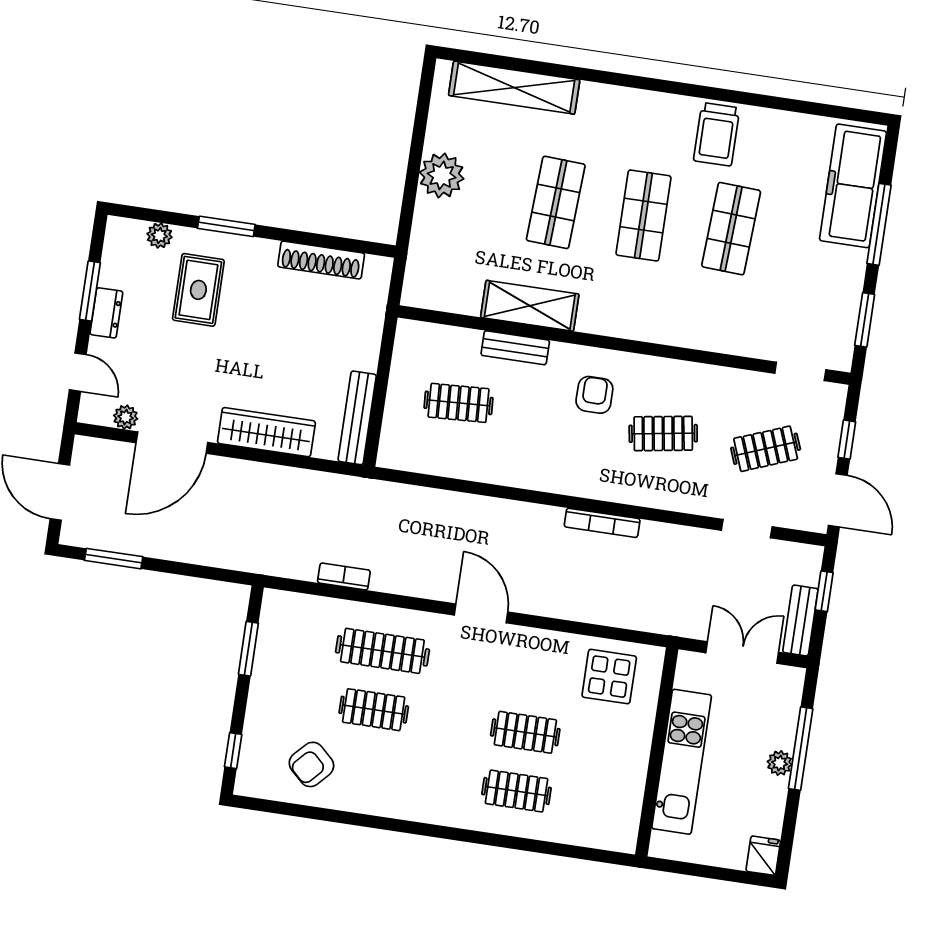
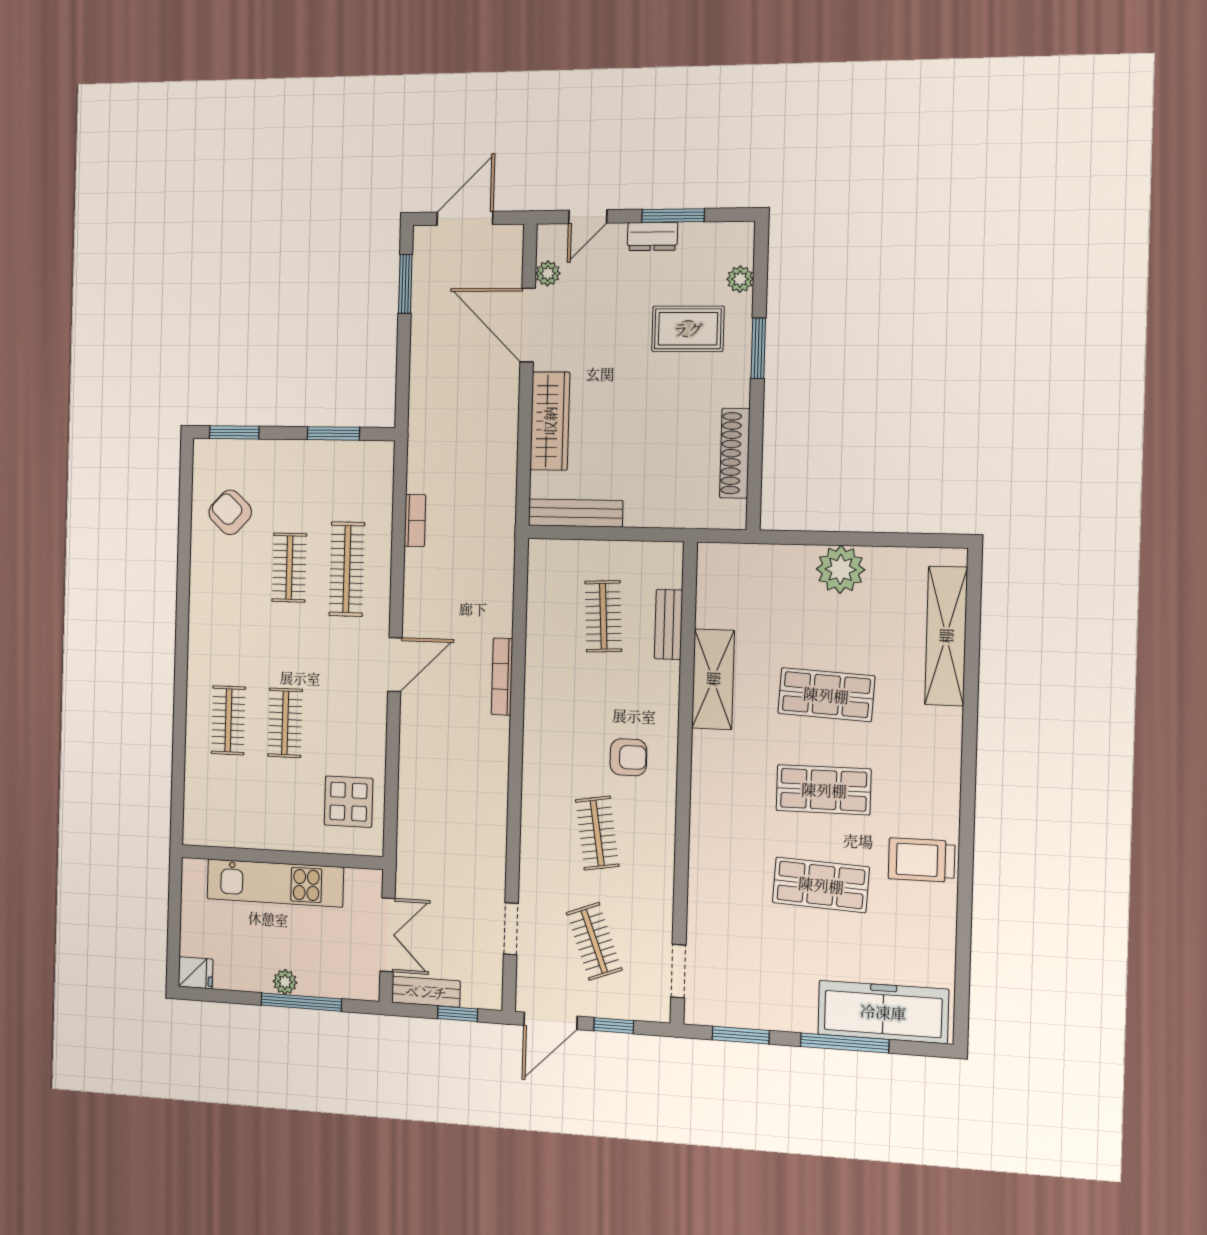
bench: (515, 348) -> (669, 624), moved
bookcase: (602, 523) -> (502, 677), moved
window: (233, 751) -> (234, 432), width x1.50

